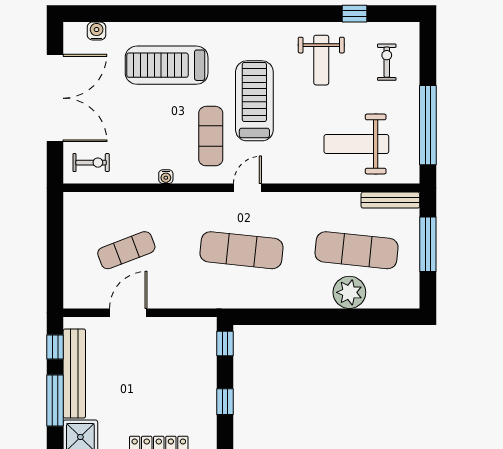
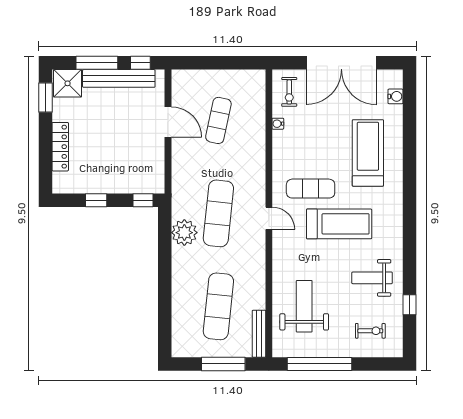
water cooler: (166, 177) -> (278, 124), moved
exercise mat: (126, 250) -> (218, 120), turned 33
plant: (349, 292) -> (184, 233), moved

